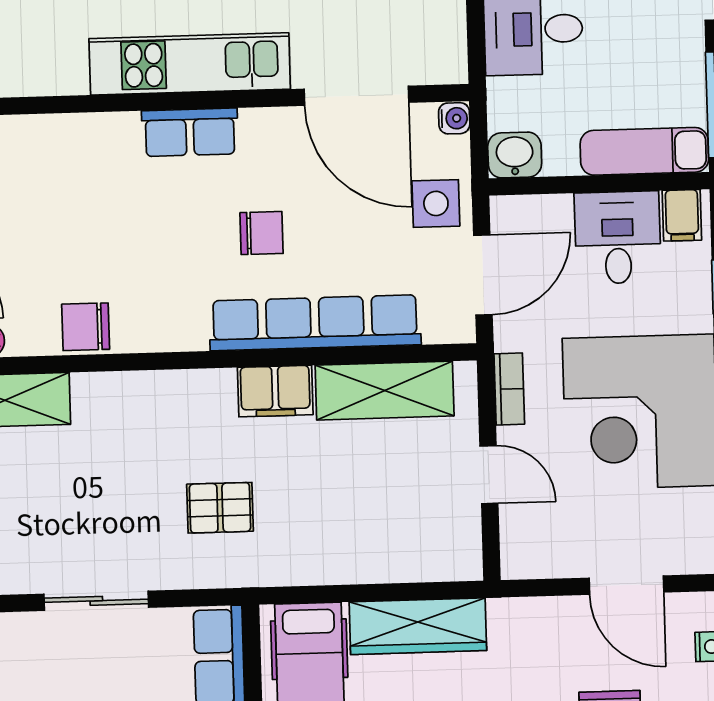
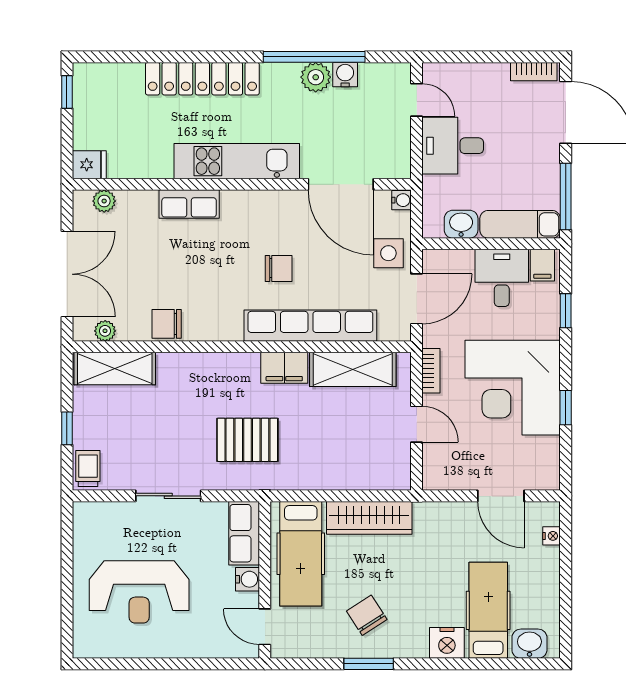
row of seats: (190, 132) -> (189, 204), moved
washbasin: (515, 155) -> (461, 224), moved
pallet: (220, 508) -> (247, 440), width x1.50, depth x1.42

